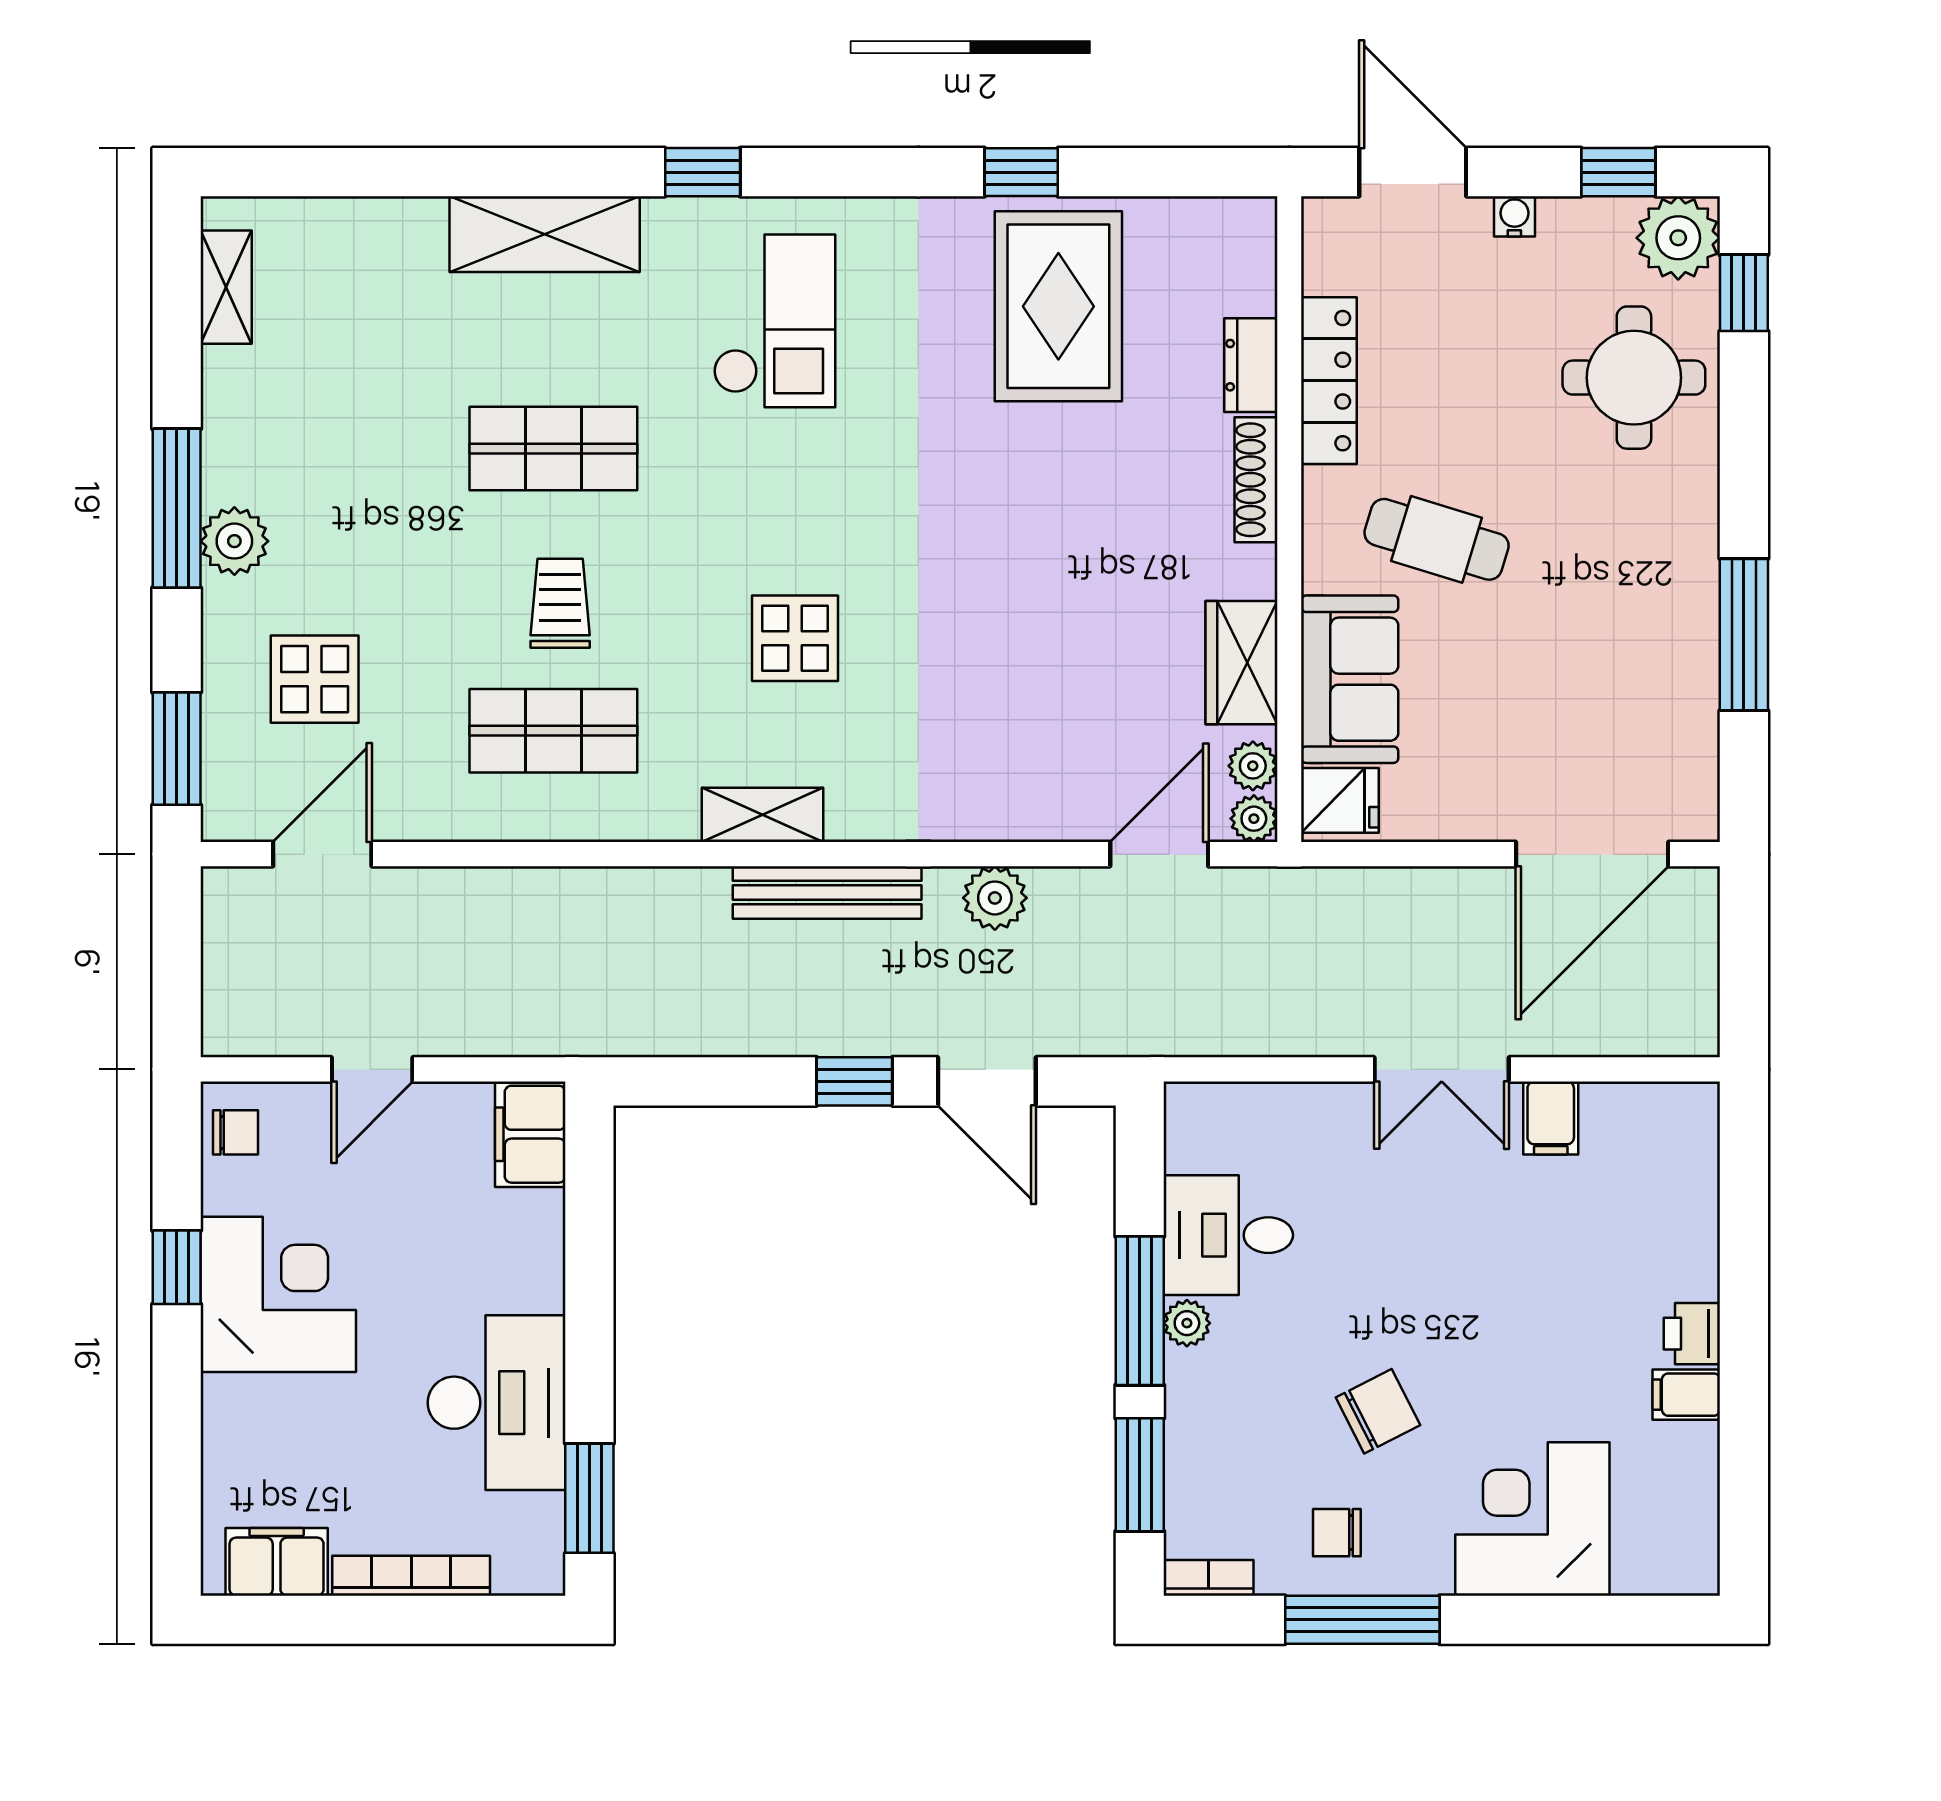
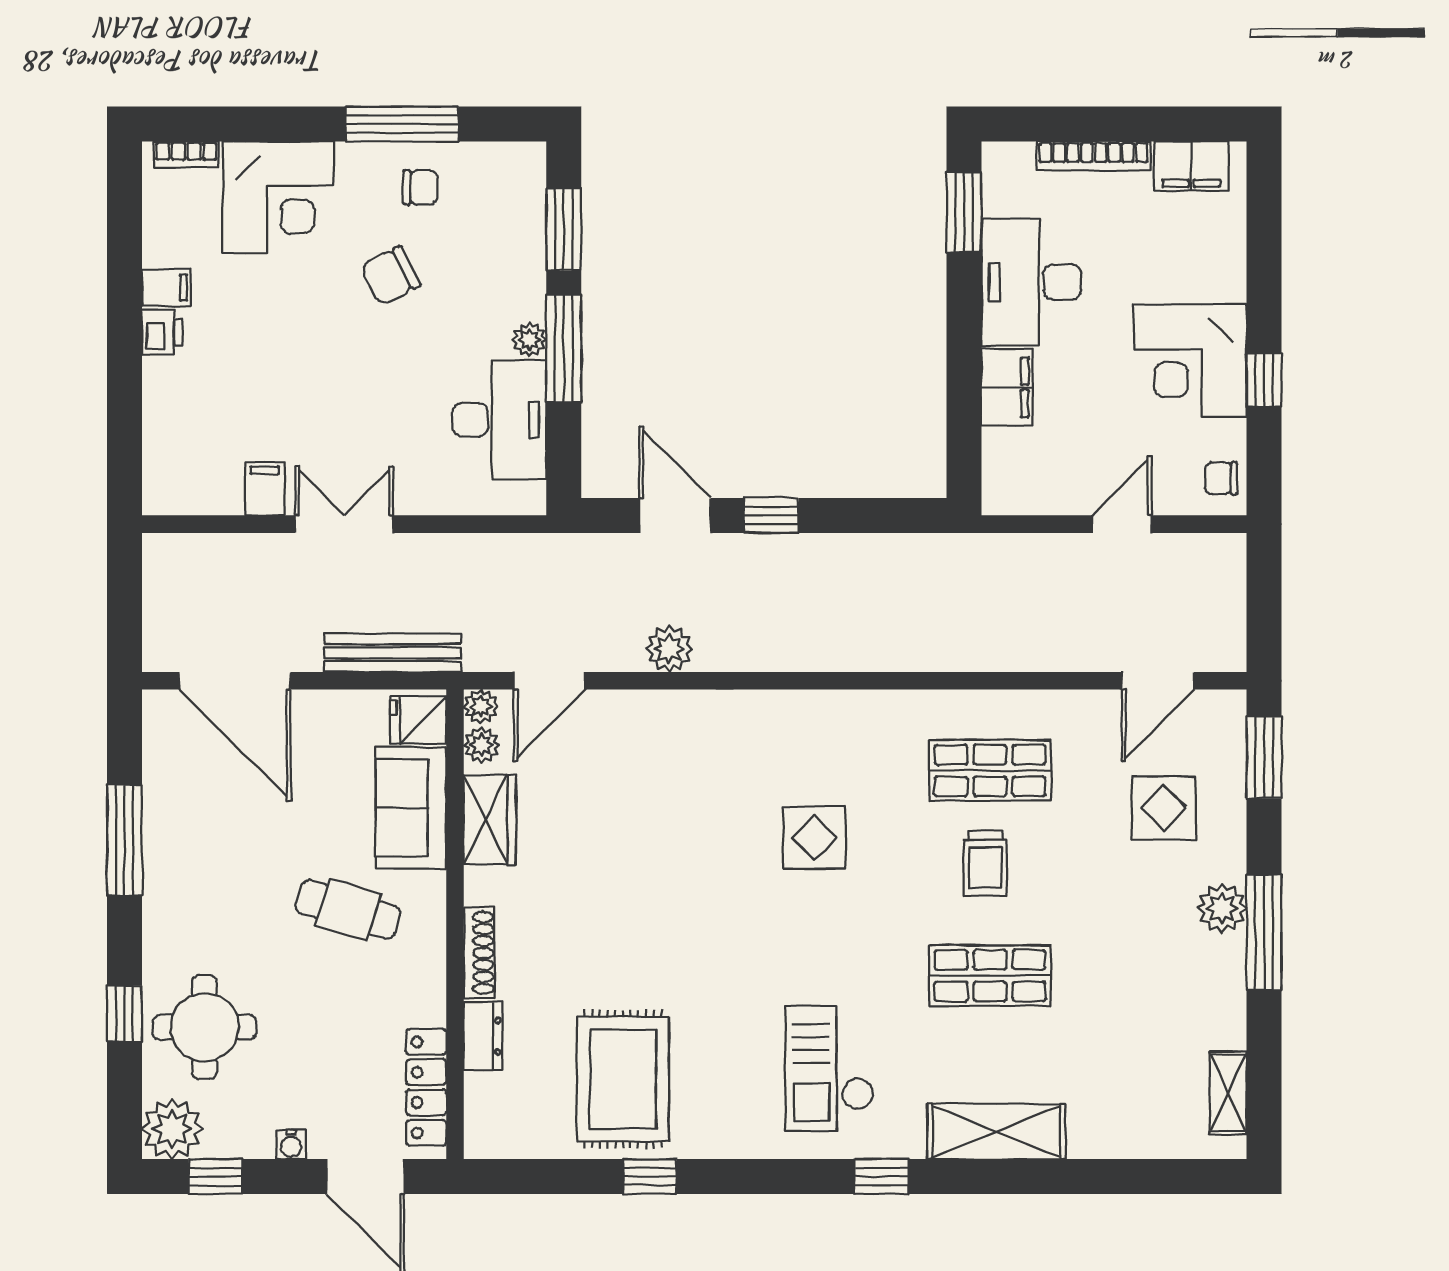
window: (1744, 293) -> (124, 1014), moved
locker: (1329, 381) -> (426, 1087), moved
shelving: (762, 815) -> (838, 709), removed
door: (1592, 854) -> (235, 681), swing flipped
bench: (827, 892) -> (393, 653), moved
filing cabinet: (530, 1134) -> (1007, 387), moved
desk: (1228, 1235) -> (499, 420), width x1.37
bookcase: (1209, 1578) -> (186, 154), moved

